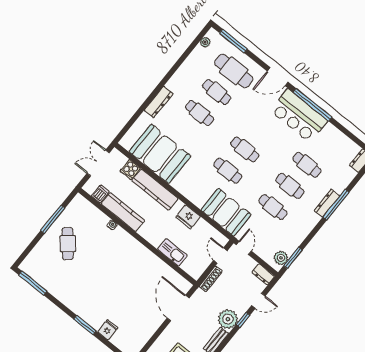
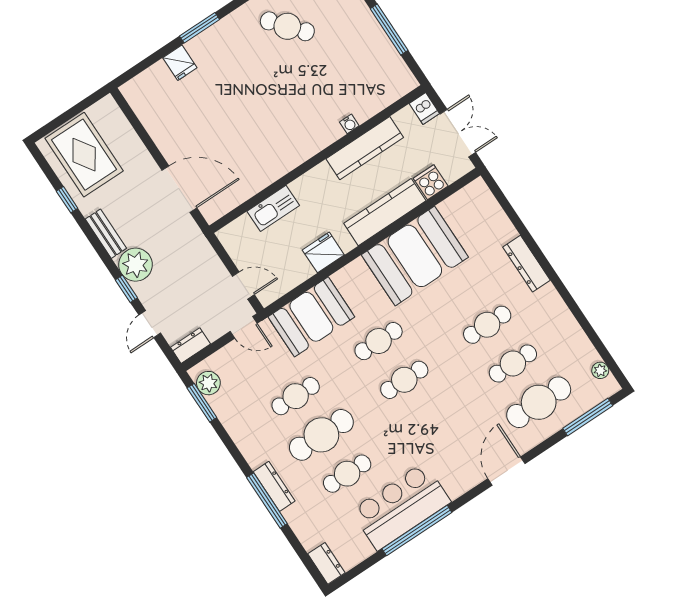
window: (312, 105) -> (417, 531), moved
bar counter: (299, 116) -> (401, 506), moved
booth: (160, 154) -> (415, 256), moved
cafe table: (290, 186) -> (321, 435), width x1.37, depth x1.35
dishwasher: (100, 194) -> (424, 109), moved
cafe table: (68, 244) -> (287, 26), moved
shoe rack: (211, 279) -> (210, 257), removed

